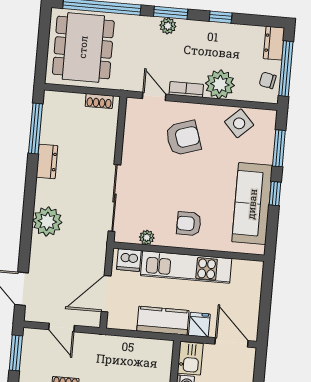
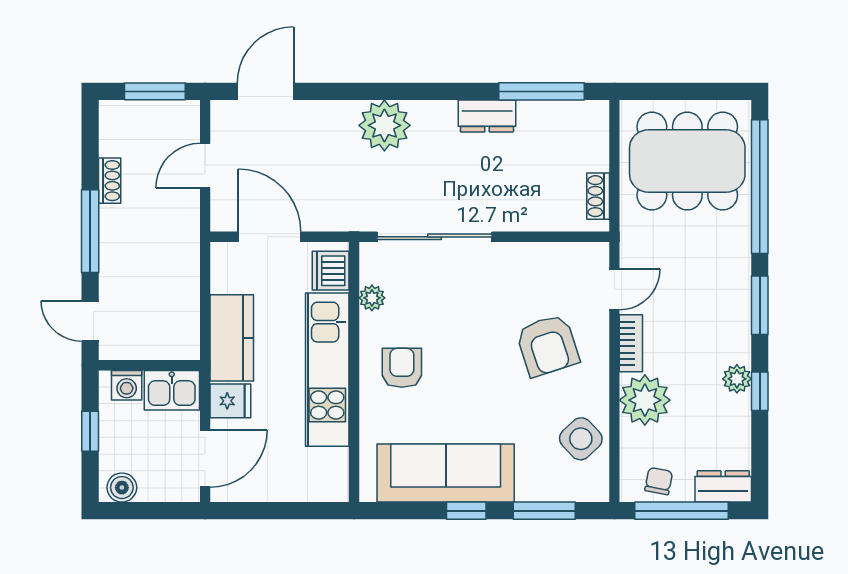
plant: (168, 26) -> (737, 379), moved

